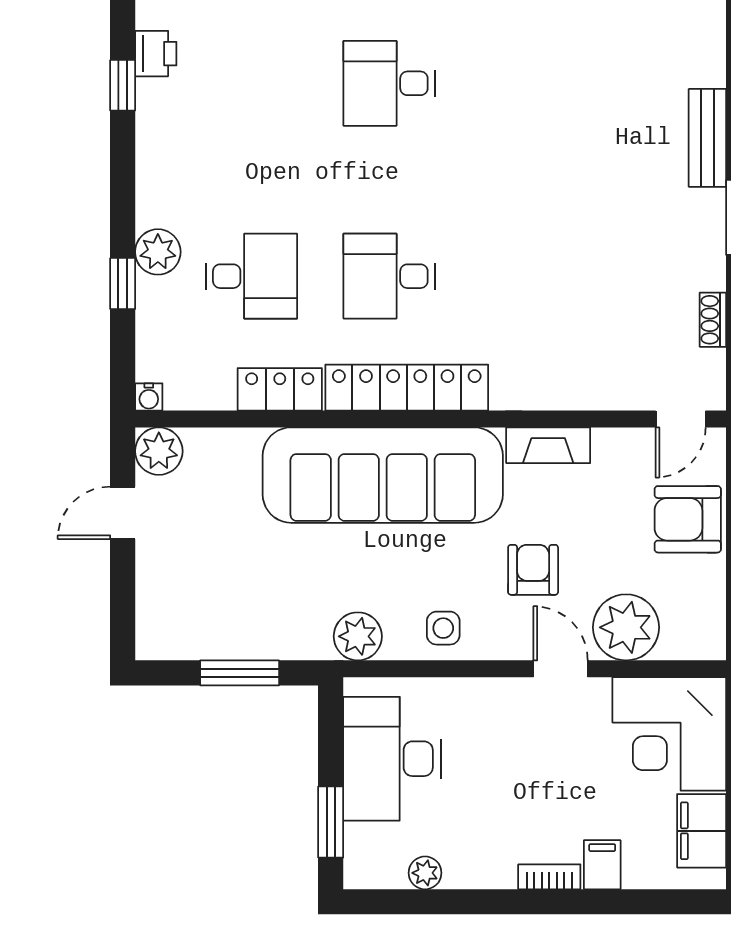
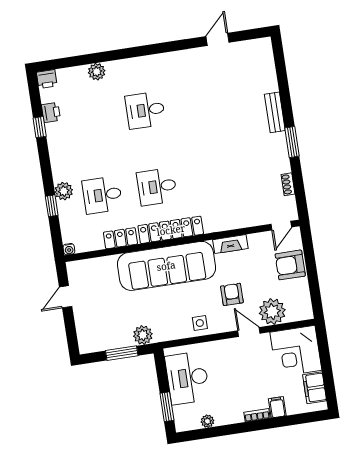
desk: (251, 276) -> (102, 195), turned 180
plant: (159, 451) -> (76, 270), removed
plant: (358, 636) -> (143, 335), moved

